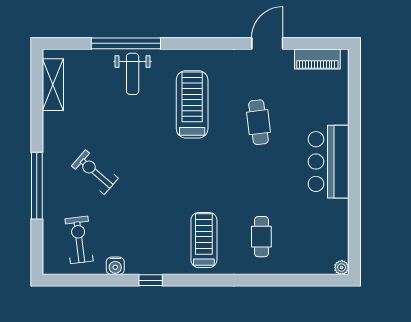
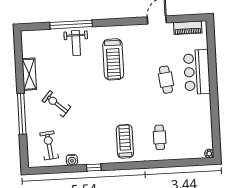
shelving: (53, 85) -> (29, 74), moved
treadmill: (192, 104) -> (113, 59), turned 180
cafe table: (259, 122) -> (166, 80), moved
bar counter: (329, 162) -> (197, 72), moved

